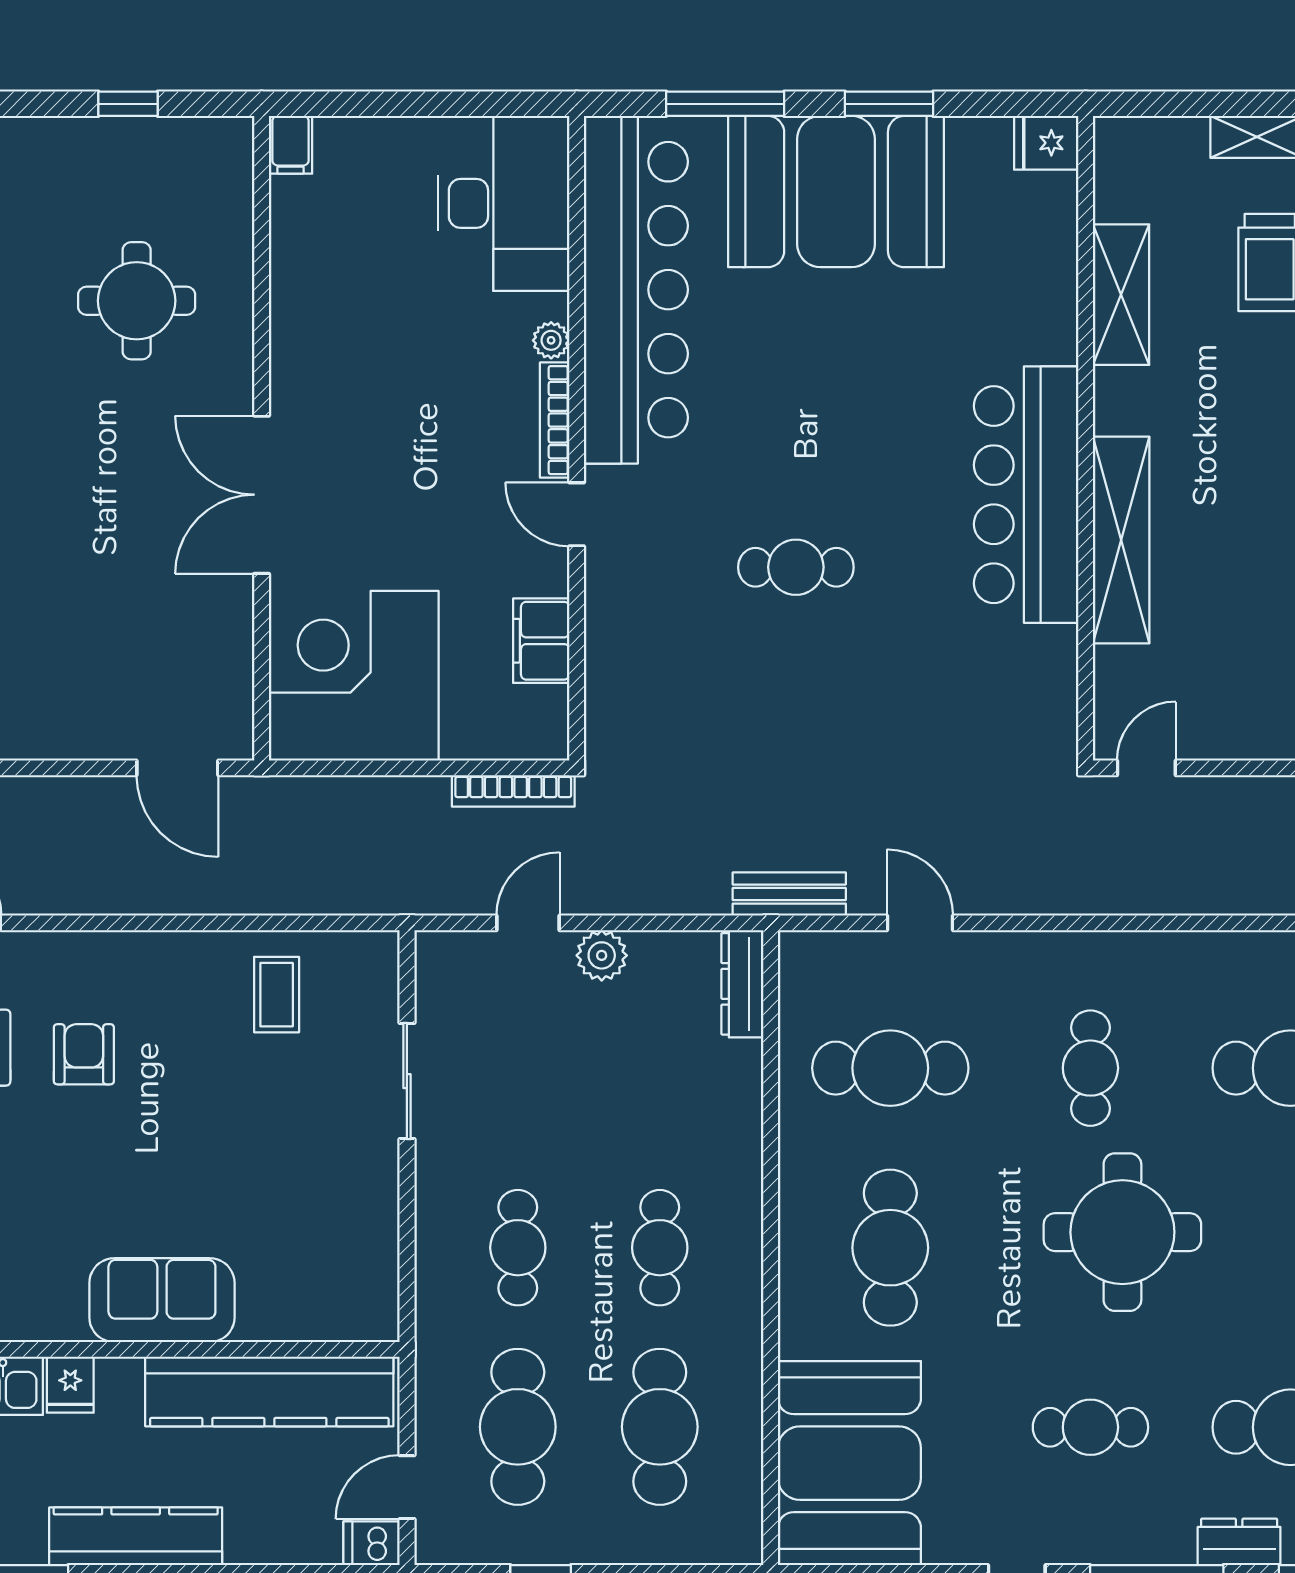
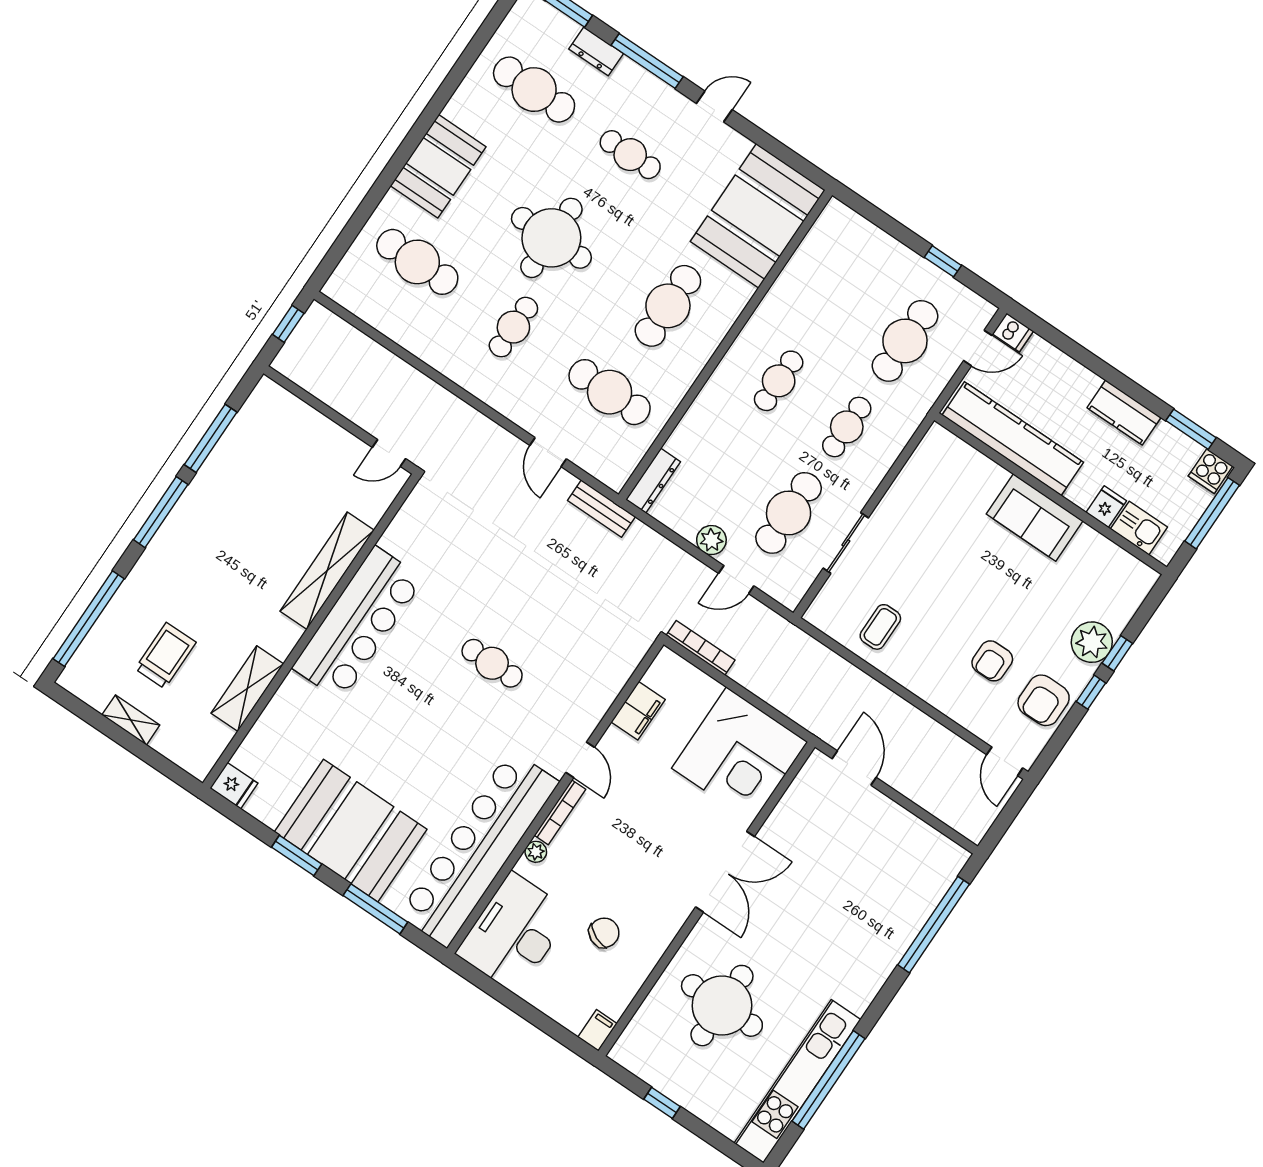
chair: (375, 291) -> (604, 933), added
round table: (137, 301) -> (722, 1006), width x1.36, depth x1.36
cafe table: (660, 1427) -> (789, 513), moved
kitchen counter: (136, 1536) -> (1124, 413), width x0.67

